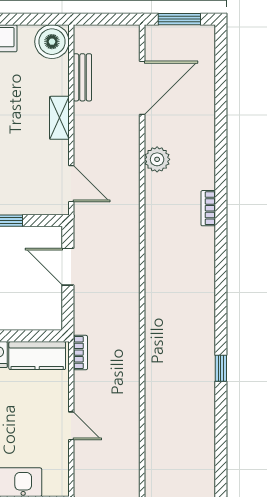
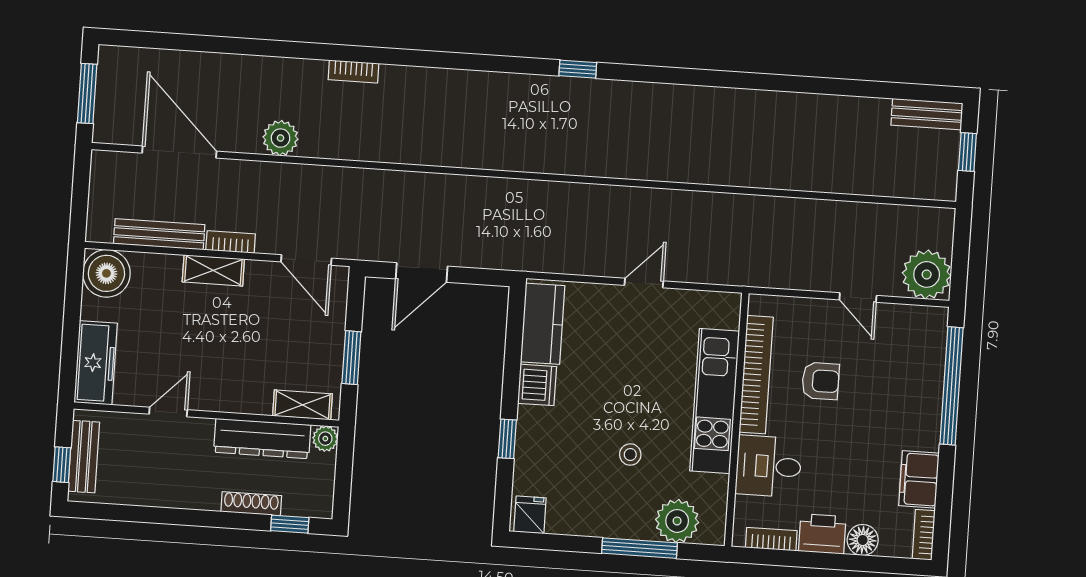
bench: (82, 77) -> (159, 234), width x1.36
door: (71, 184) -> (306, 260), swing flipped
bookcase: (80, 353) -> (231, 242), moved

